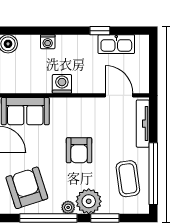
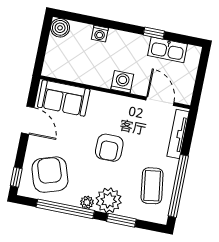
washing machine: (62, 84) -> (122, 82), moved

